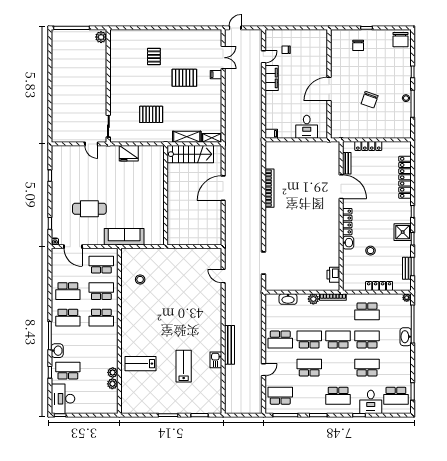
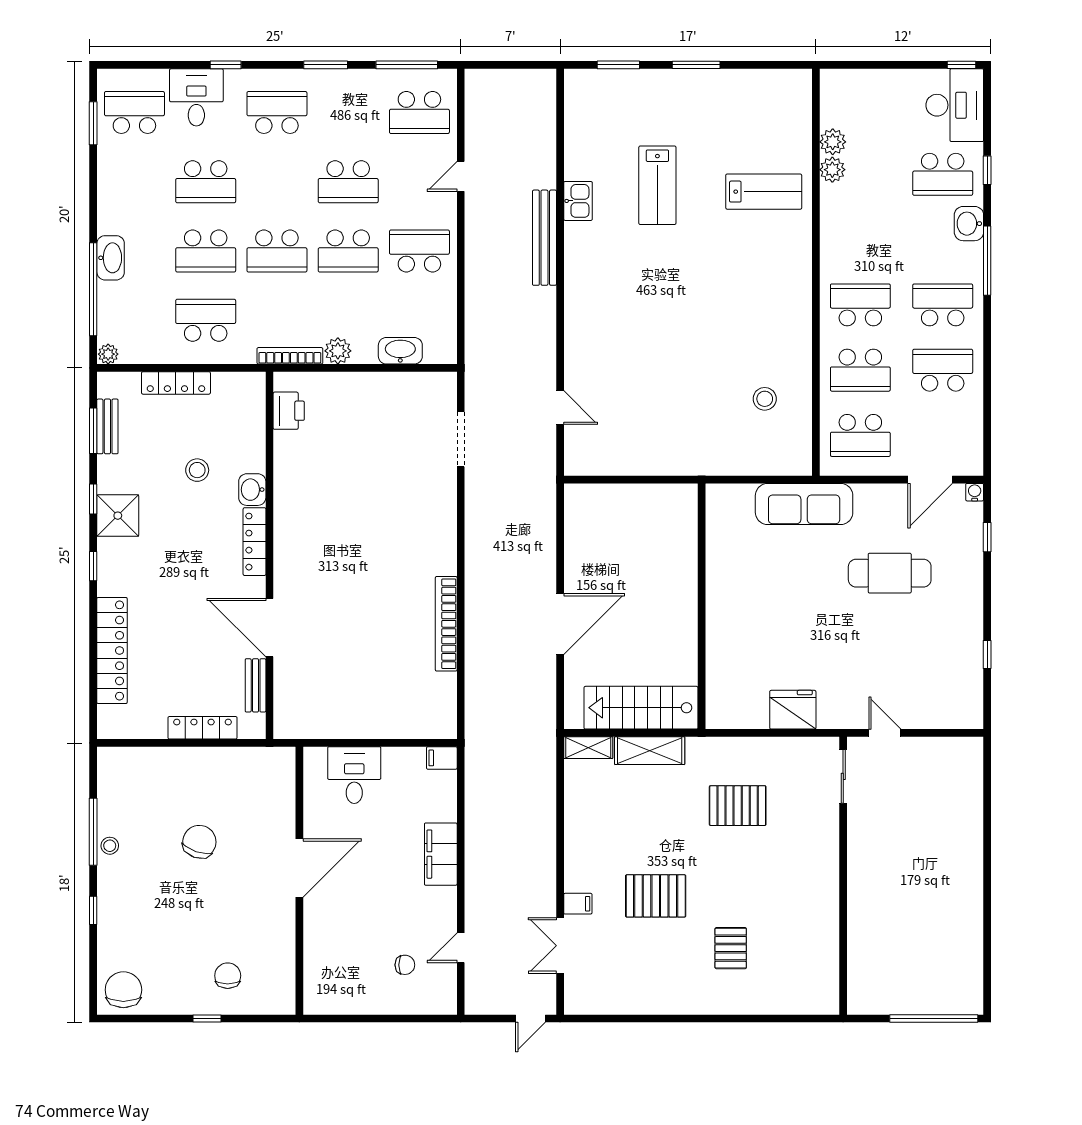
plant: (101, 37) -> (861, 996), removed
filing cabinet: (272, 78) -> (441, 854), moved
door: (73, 247) -> (930, 480), swing flipped

